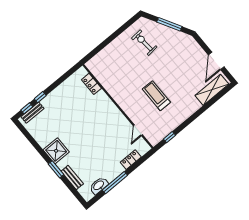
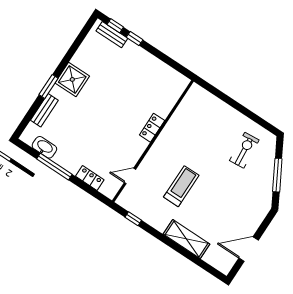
locker: (91, 84) -> (152, 128), moved
shelving: (212, 90) -> (186, 239), moved

